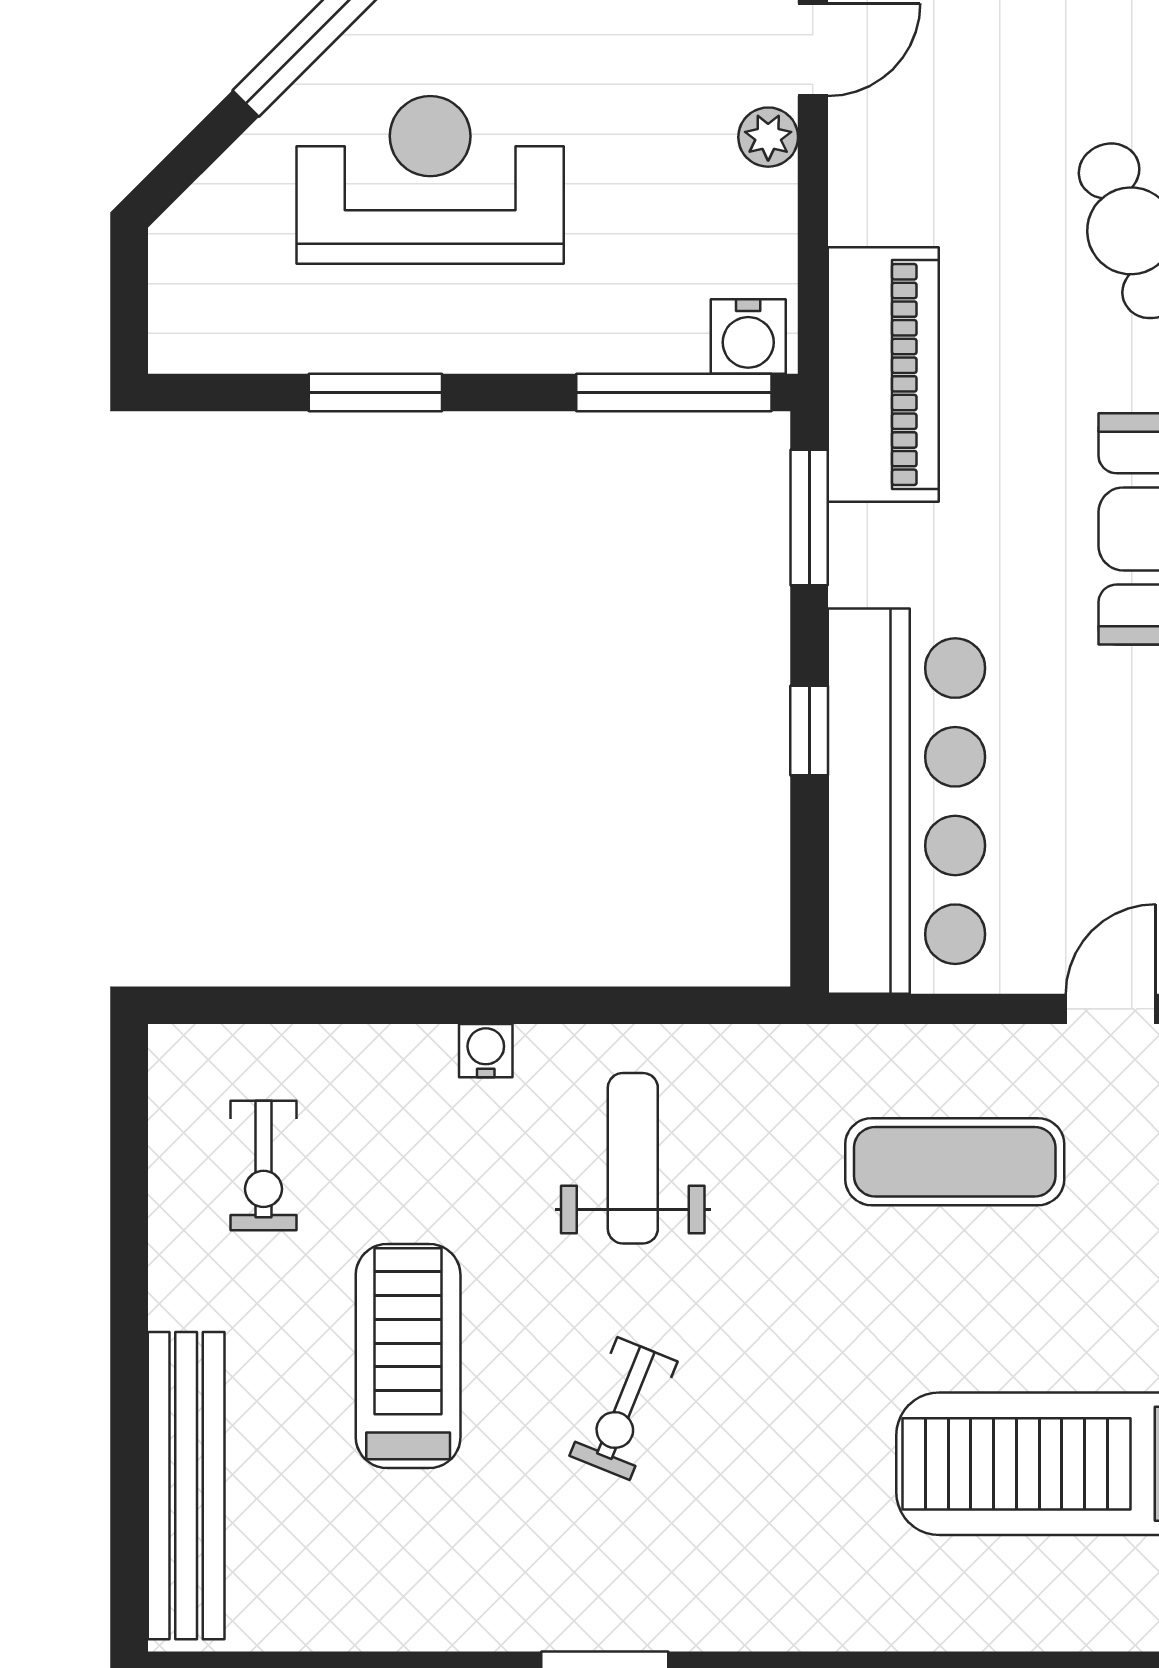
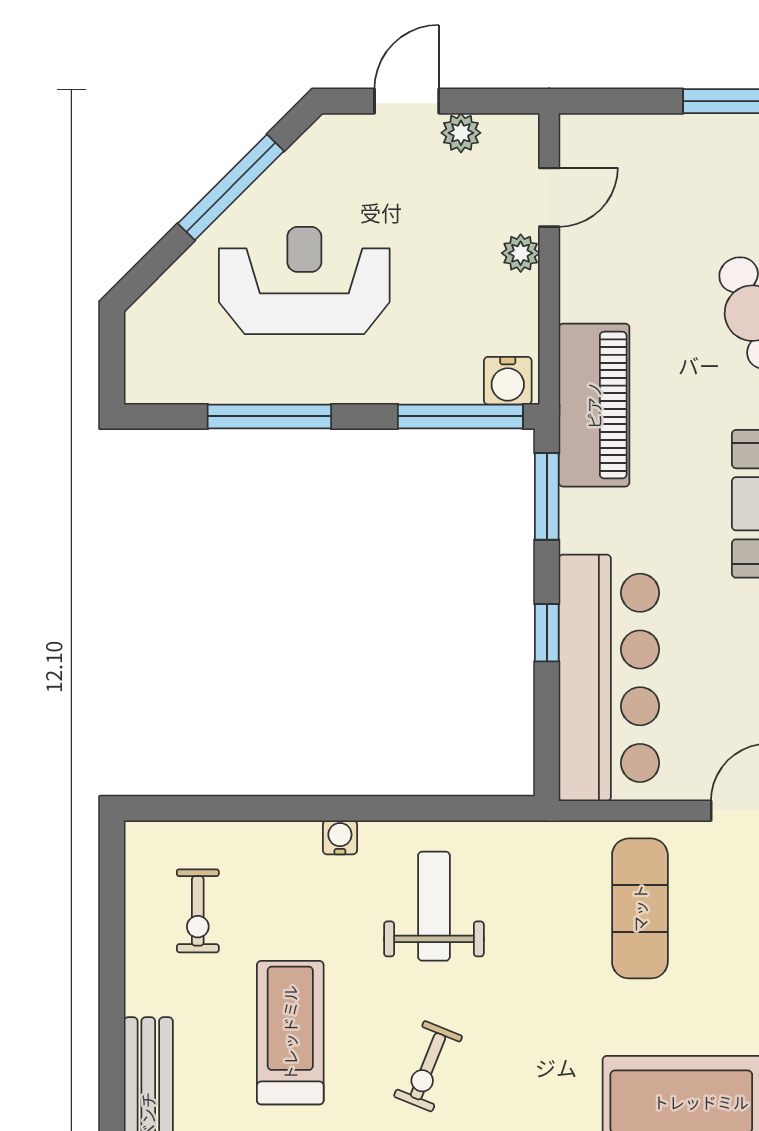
window: (375, 392) -> (269, 416), width x1.44
exercise mat: (955, 1162) -> (640, 908), turned 90

